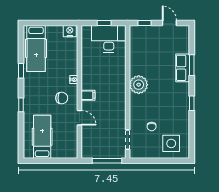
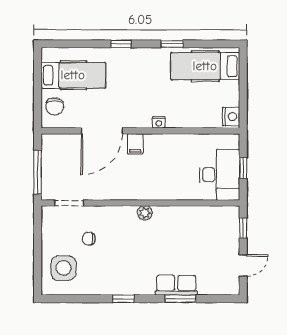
plant: (139, 85) -> (145, 213), width x0.53, depth x0.53
chair: (62, 98) -> (55, 106), moved
door: (79, 118) -> (102, 131), width x1.87

